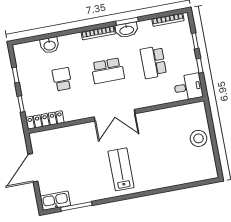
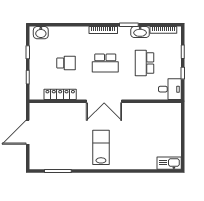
washbasin: (127, 30) -> (140, 32), moved
washbasin: (50, 45) -> (41, 33), moved
school desk: (62, 79) -> (66, 63), turned 90
locker: (45, 120) -> (60, 94), moved
stool: (198, 138) -> (170, 134), removed
kitchen sink: (55, 201) -> (169, 163), moved

